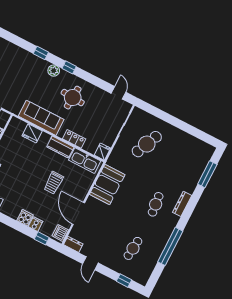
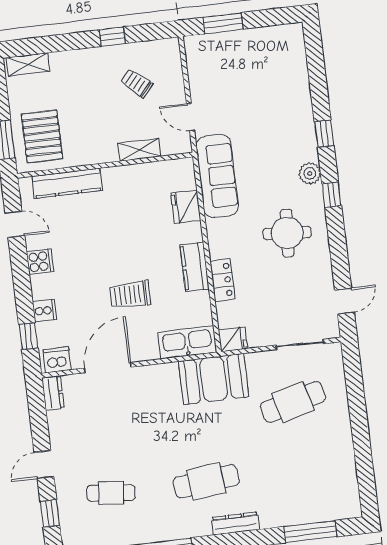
sofa: (41, 118) -> (217, 176), moved
cafe table: (147, 144) -> (293, 402), turned -39
kitchen sink: (85, 161) -> (187, 342), moved, turned 90
booth: (107, 185) -> (214, 379), moved
cafe table: (156, 204) -> (206, 481), width x1.37, depth x1.35
cooker: (25, 218) -> (40, 262), moved
door: (90, 263) -> (44, 464), moved

